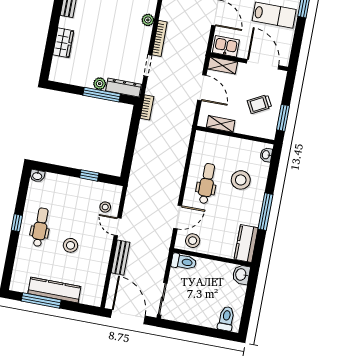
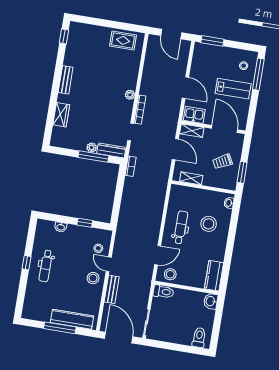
washbasin: (37, 176) -> (61, 227), moved
window: (265, 212) -> (229, 249), removed
dental chair: (40, 227) -> (46, 266), turned 180
stool: (70, 245) -> (93, 278), moved
kitchen counter: (54, 290) -> (72, 319), moved
window: (41, 301) -> (60, 328), moved

